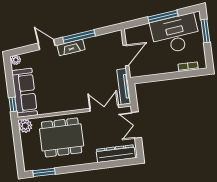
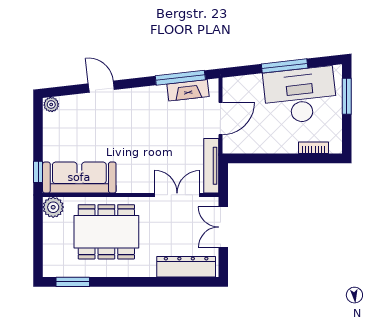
window: (79, 37) -> (180, 78), moved
fireplace: (71, 47) -> (188, 90), moved
sofa: (25, 93) -> (79, 177), moved, turned -90

